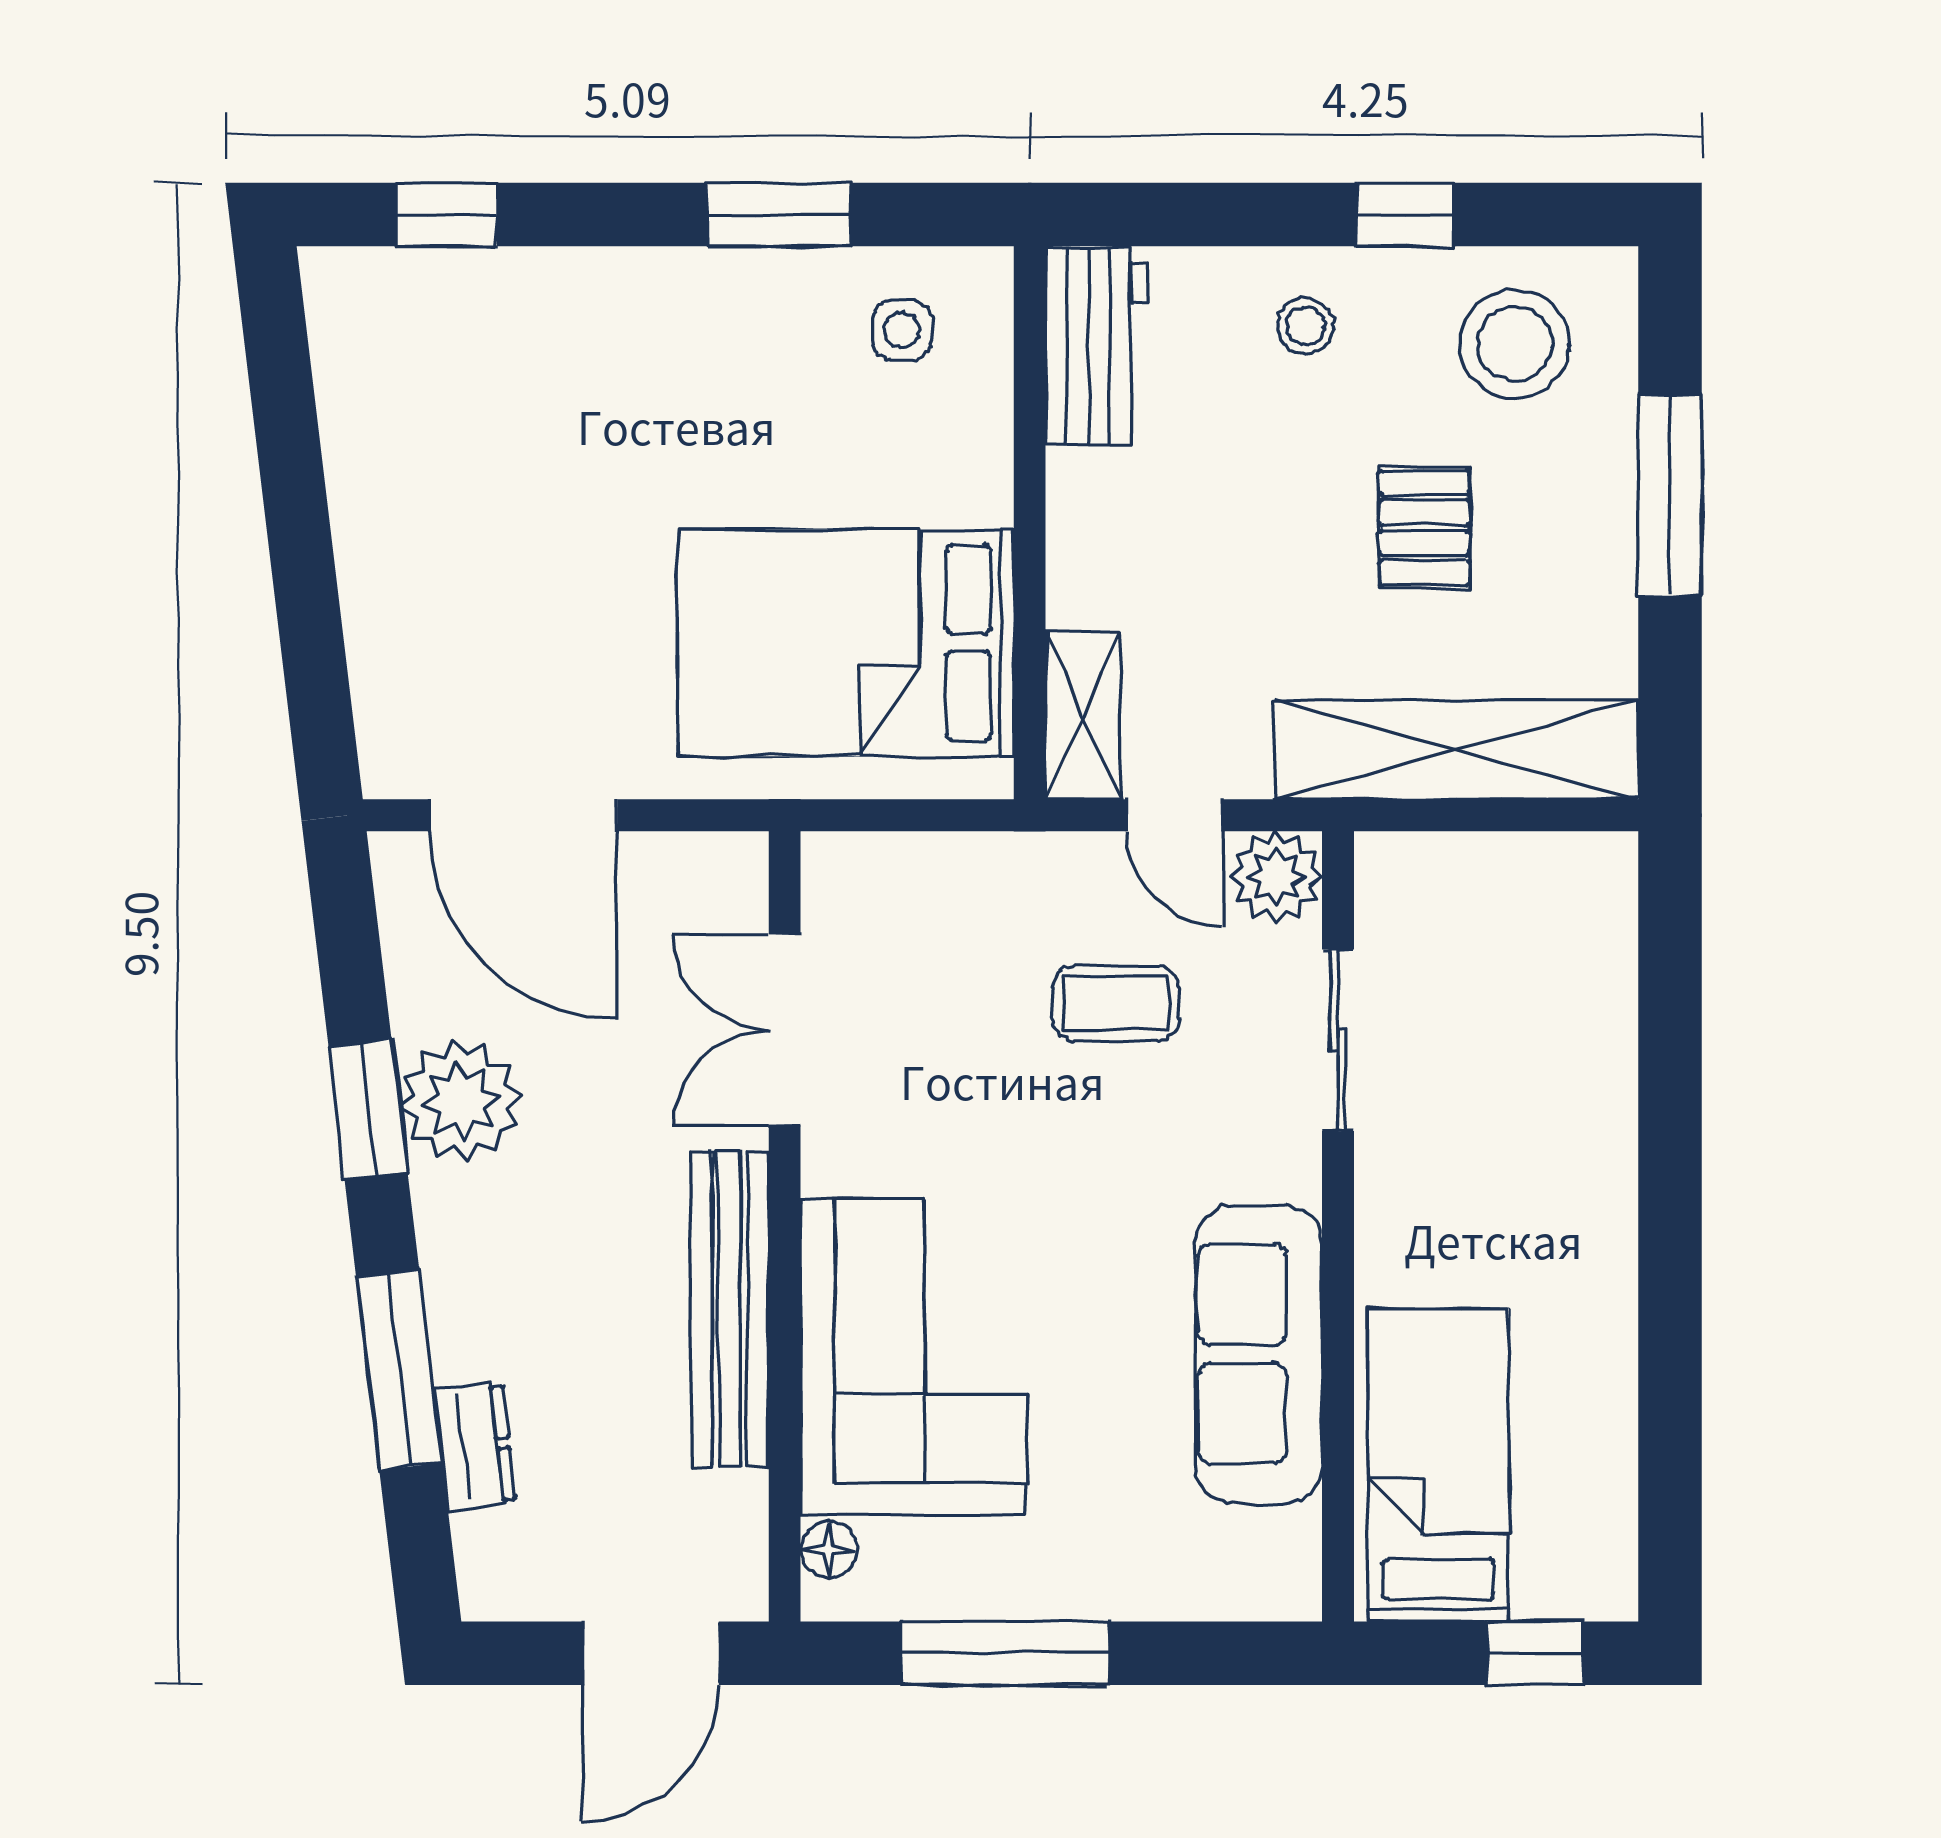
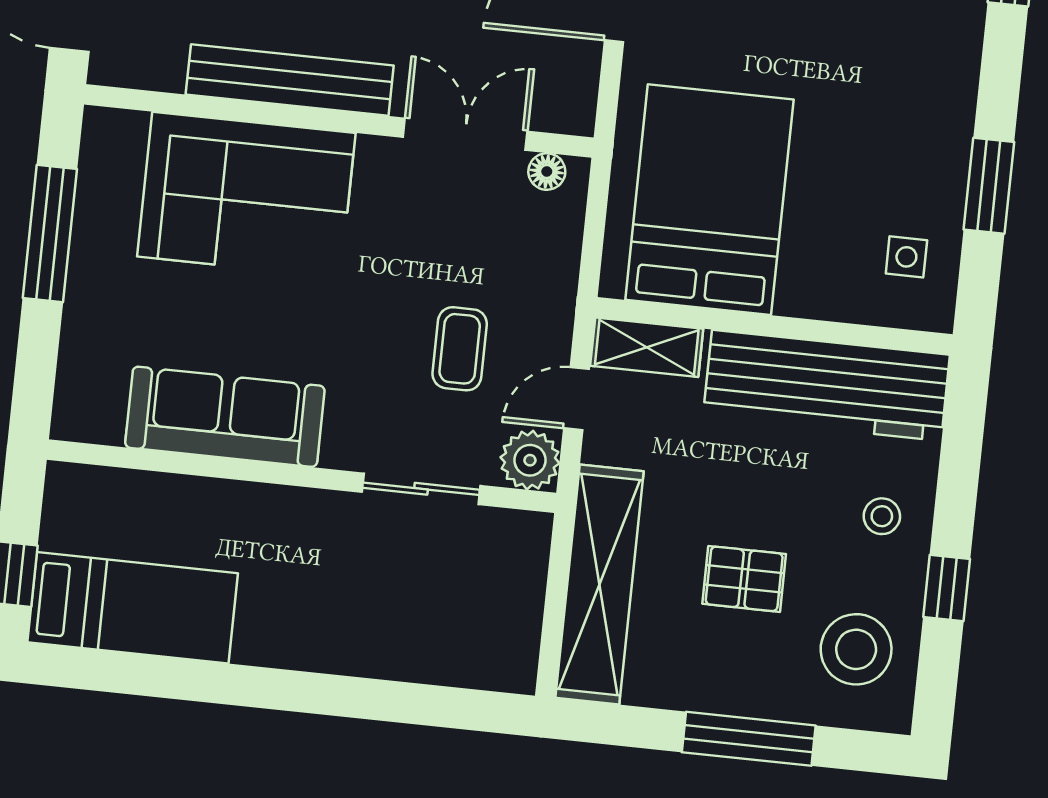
workbench: (1097, 346) -> (826, 385), width x1.88, depth x1.32
bed: (1438, 1465) -> (133, 608), moved
floor lamp: (829, 1550) -> (547, 172), moved

